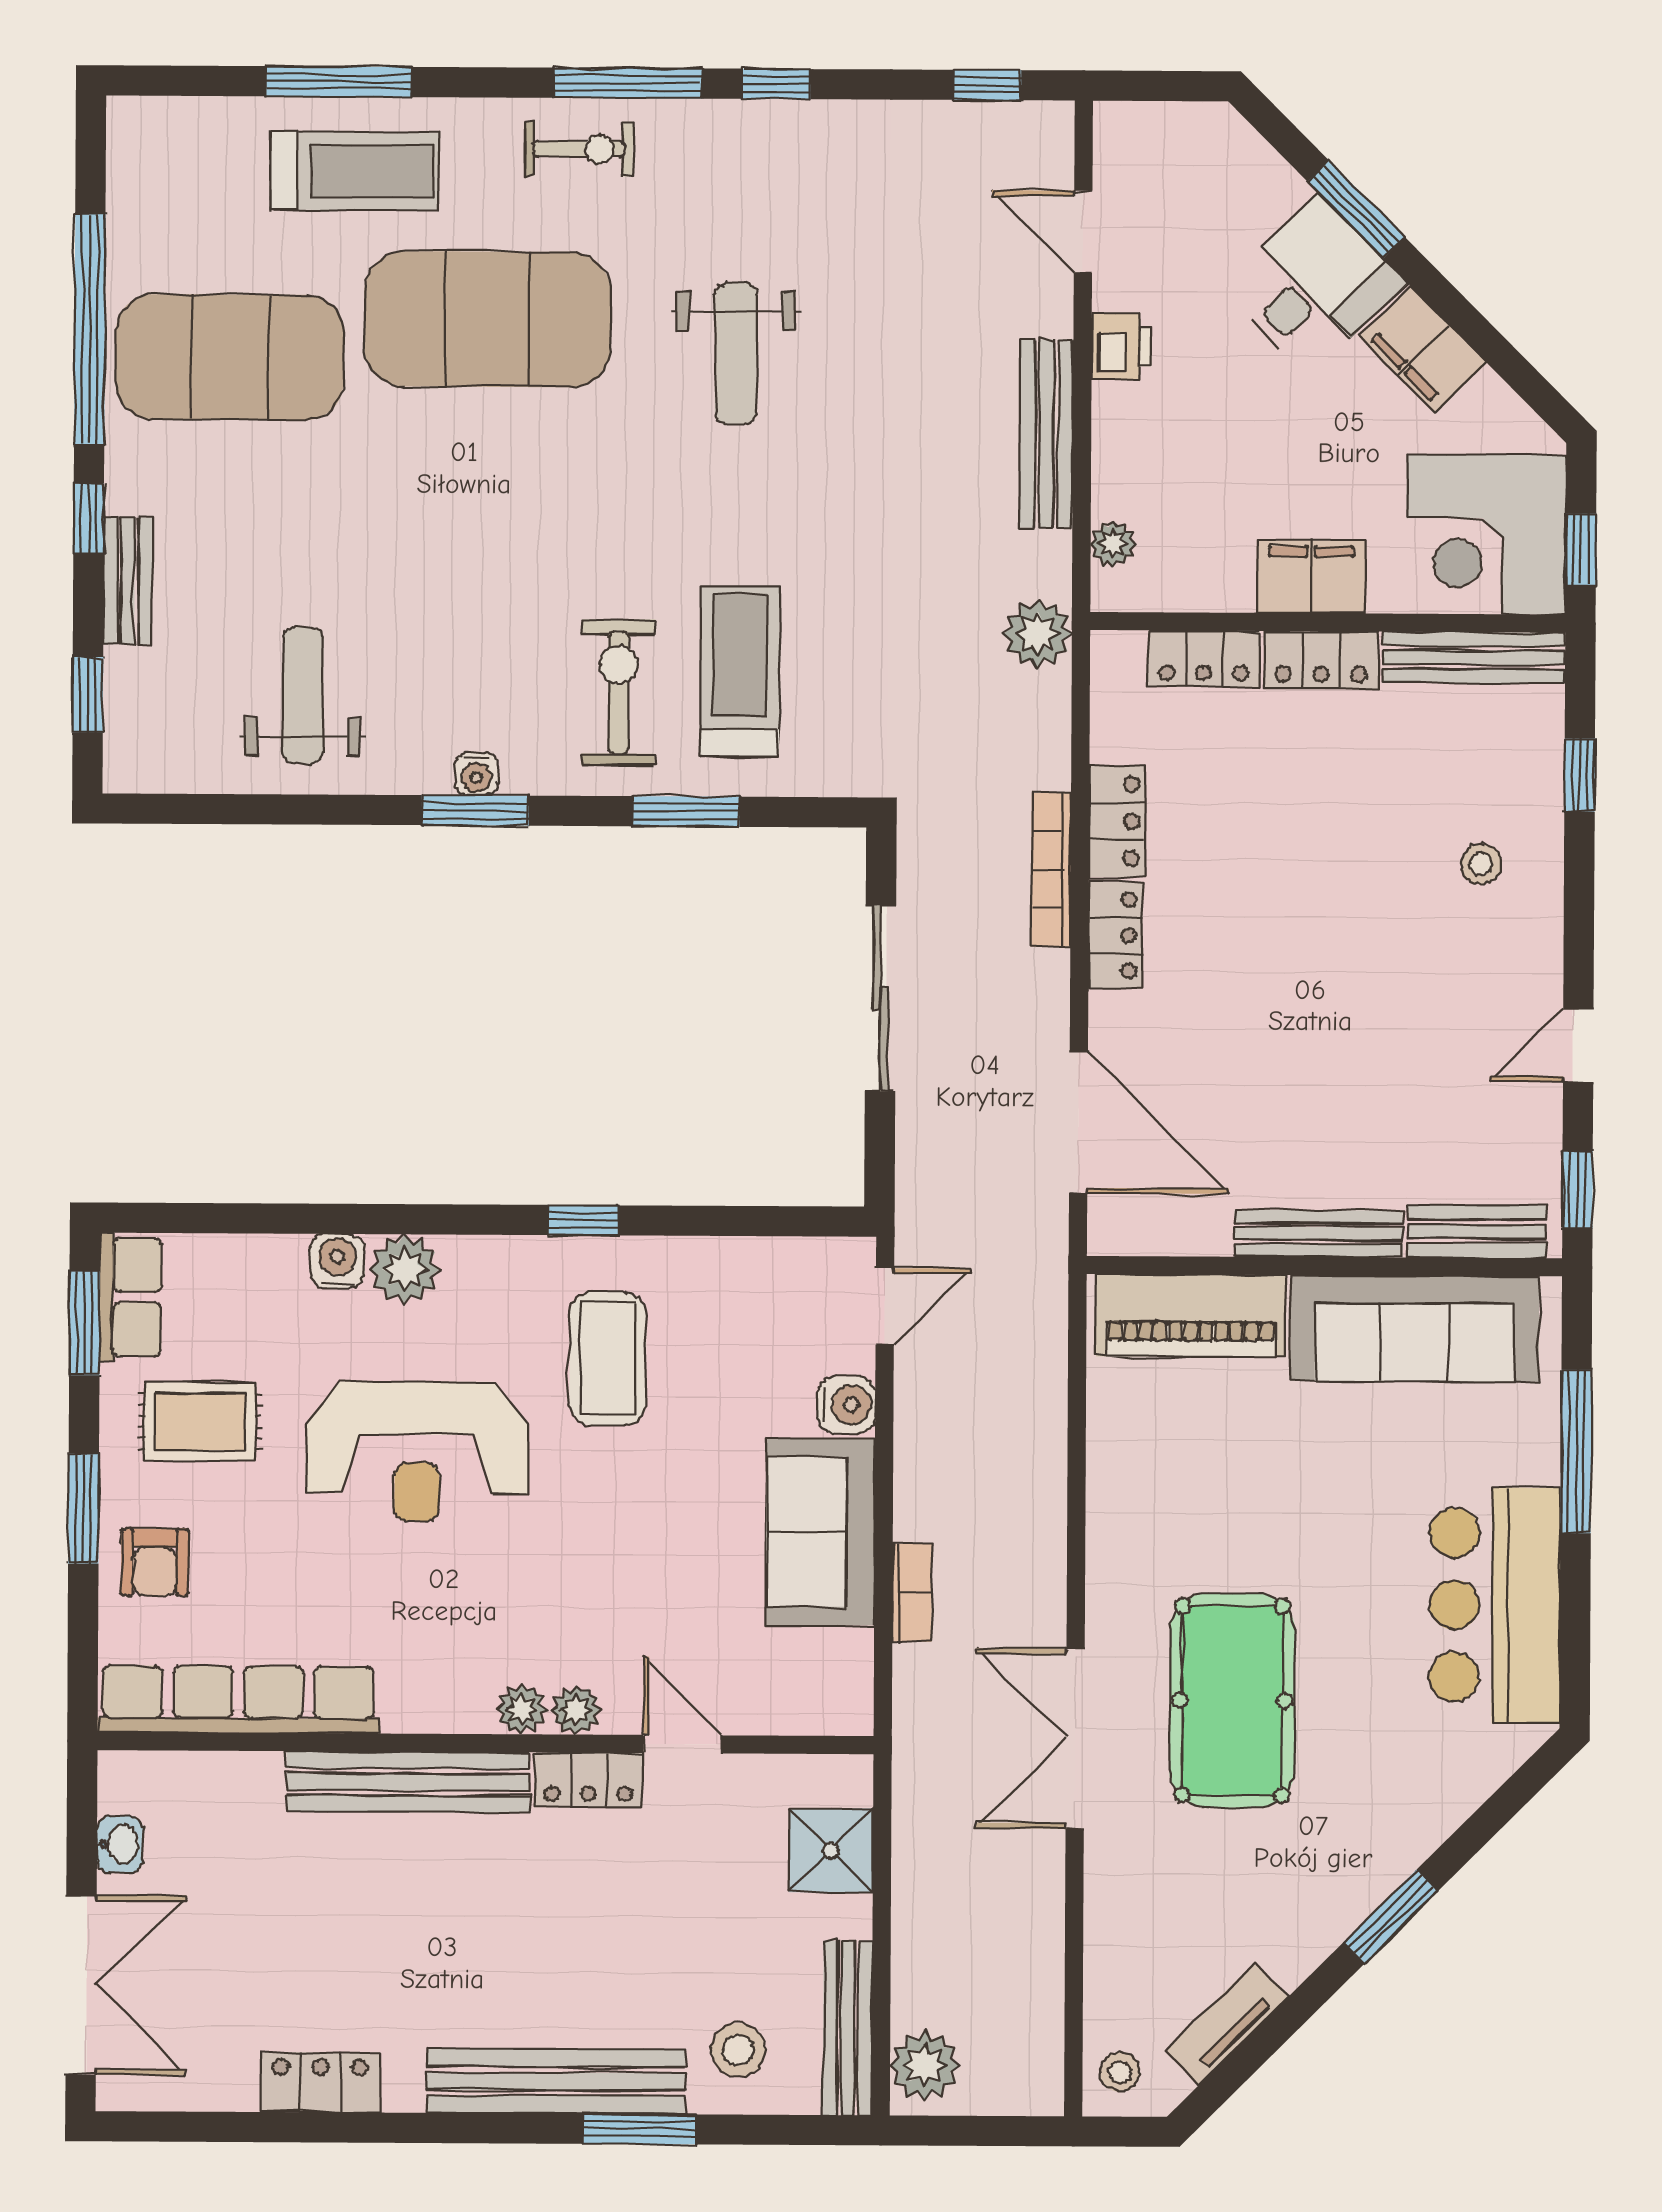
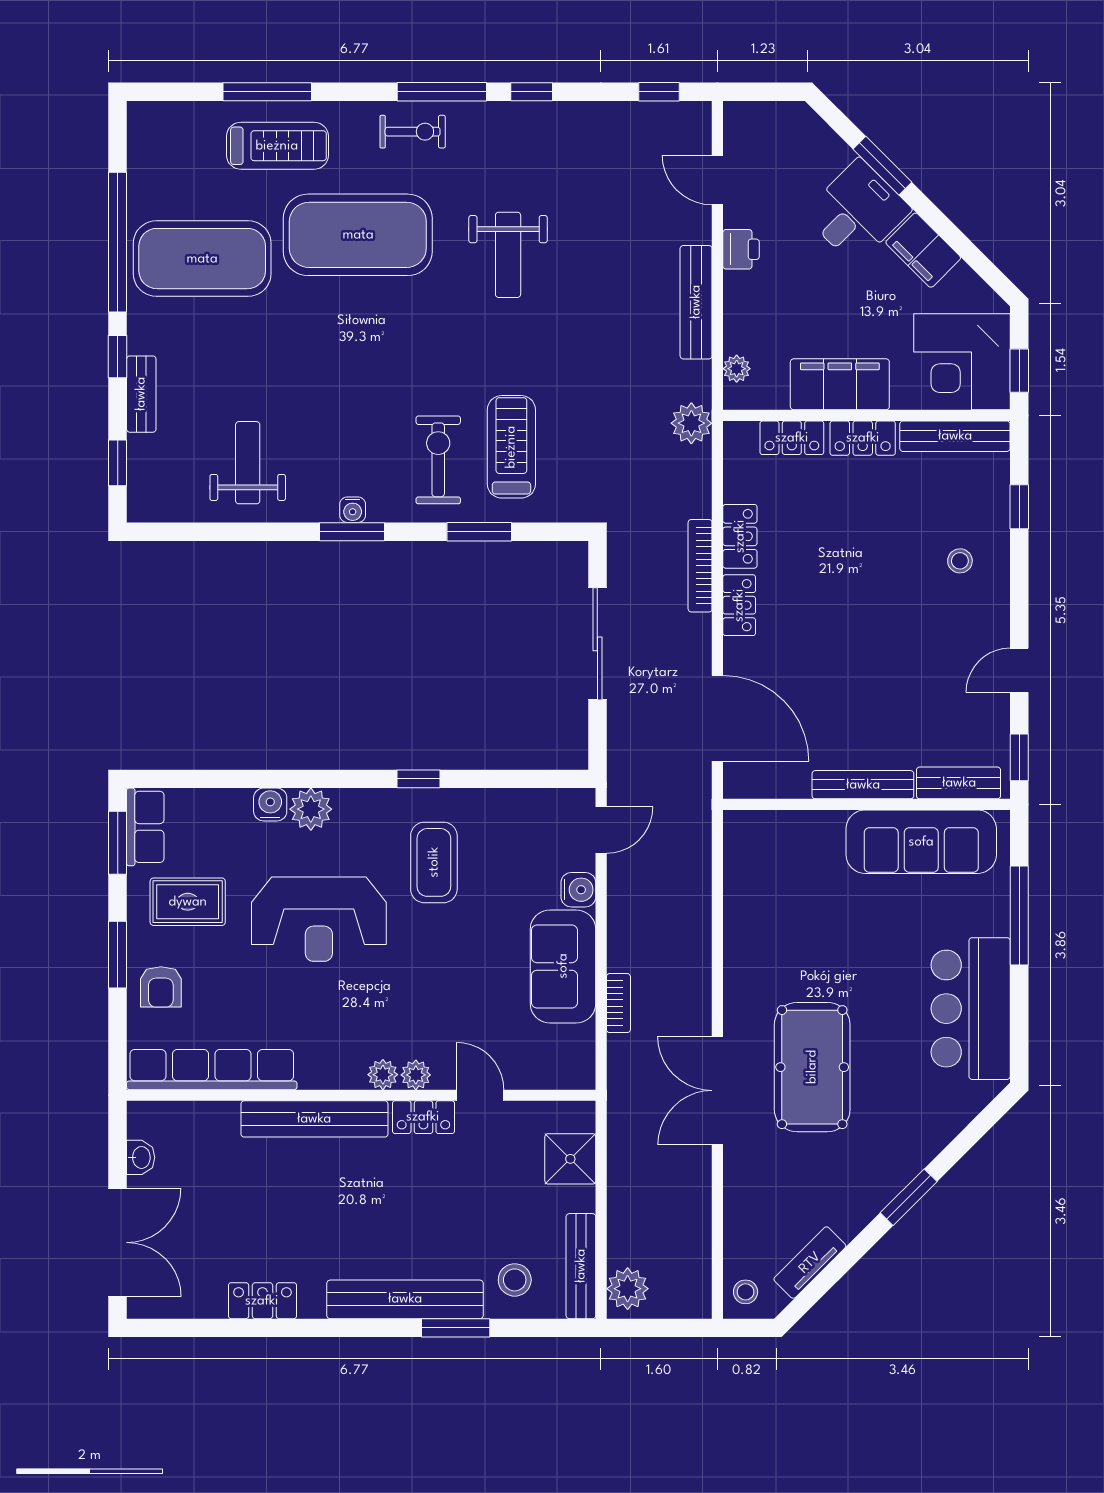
filing cabinet: (1311, 577) -> (840, 384), width x1.50, depth x1.17
piano: (1191, 1316) -> (786, 835), removed

